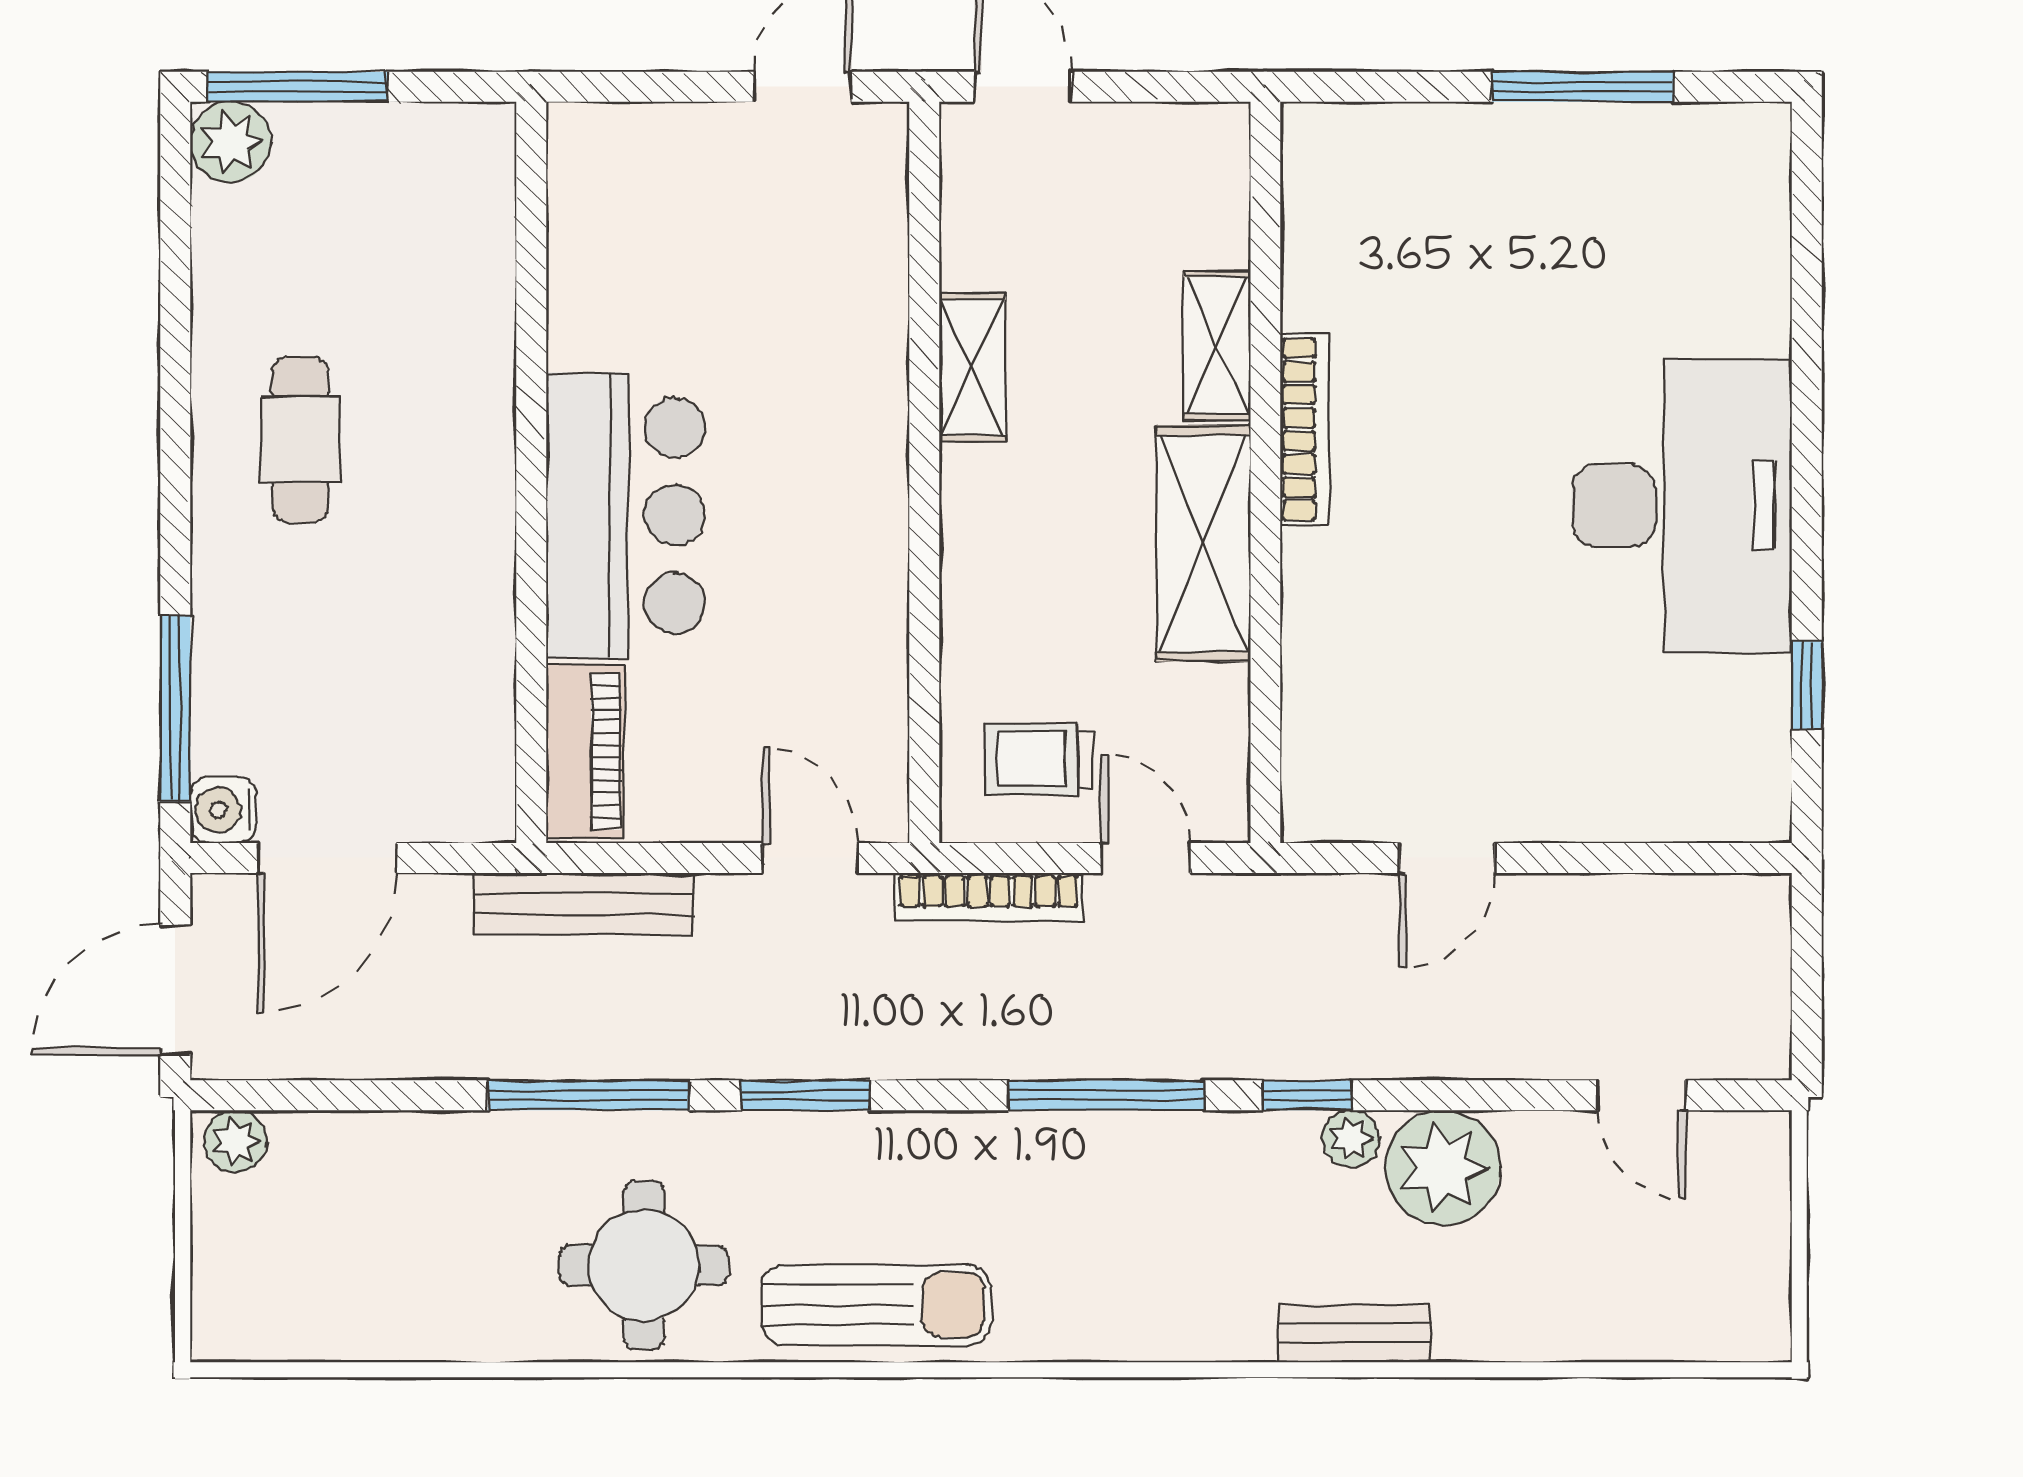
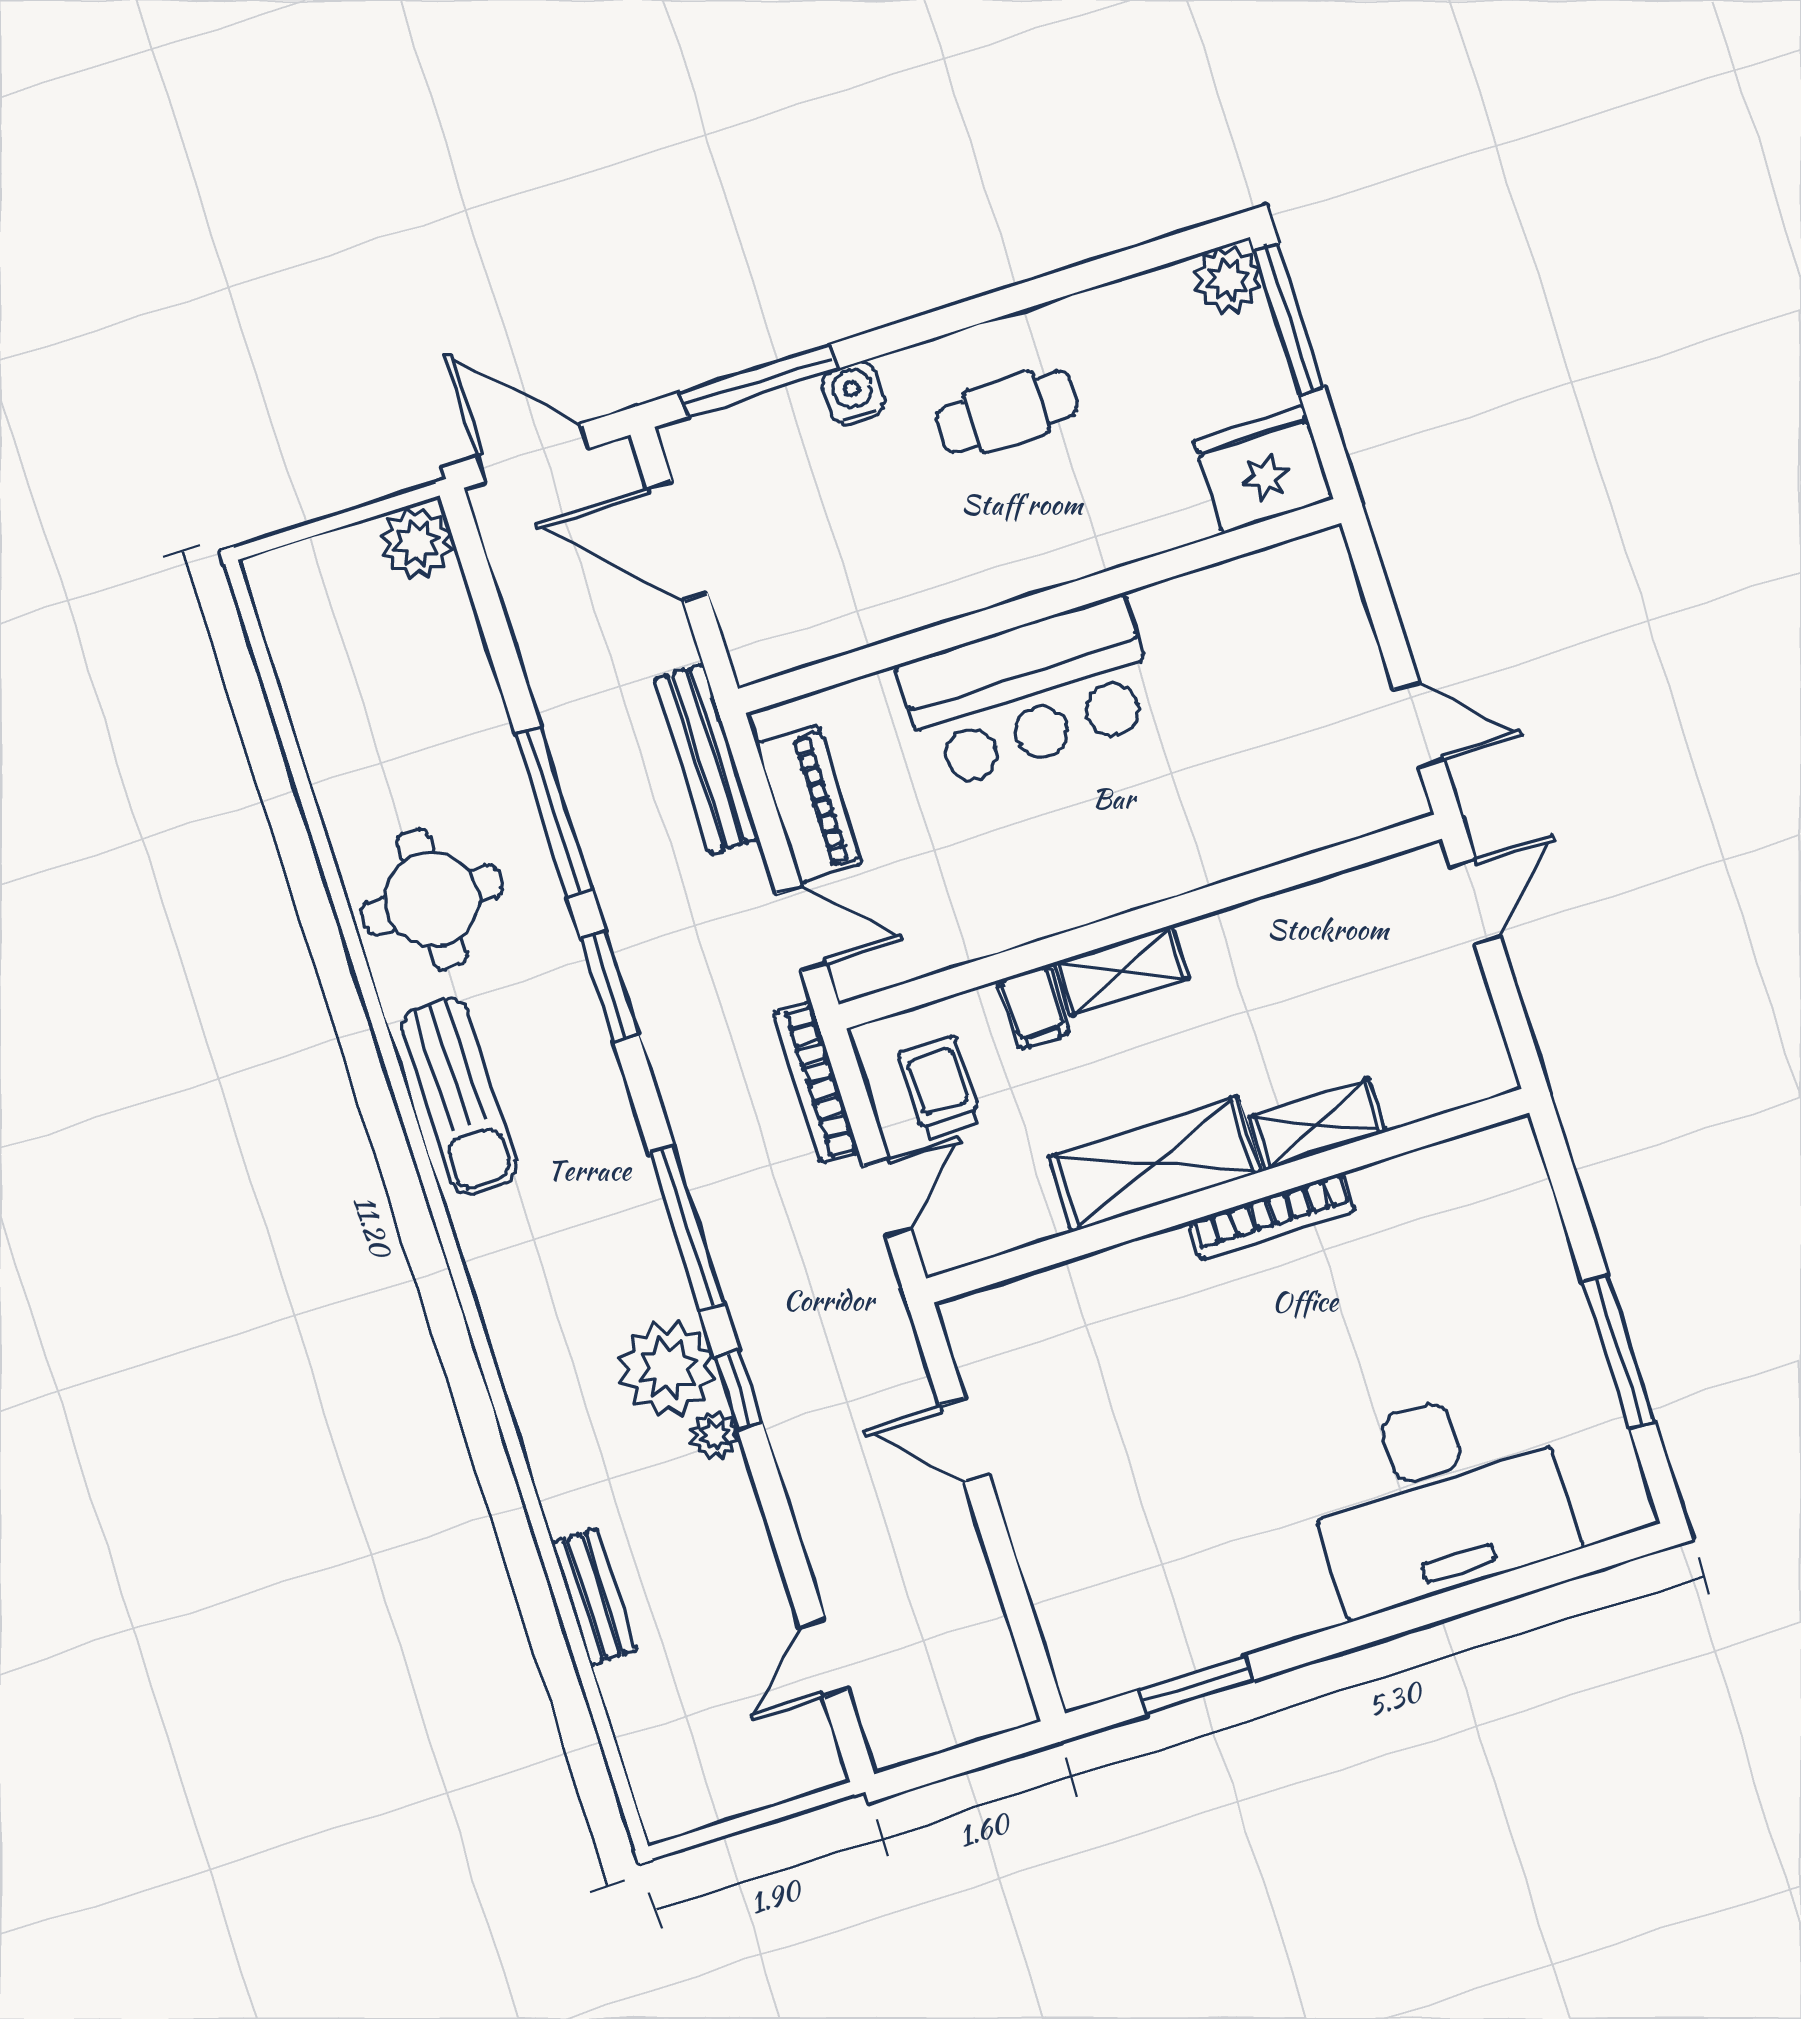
fridge: (458, 171) -> (1263, 470), added
shelving: (972, 368) -> (1121, 970), moved
desk: (1682, 506) -> (1438, 1497), moved
filing cabinet: (982, 624) -> (1034, 1007), added
window: (1807, 685) -> (1196, 1685), width x1.50
piano: (585, 751) -> (809, 804), moved, turned -90
water cooler: (223, 810) -> (853, 393), moved
door: (810, 858) -> (801, 929), hinge flipped
plant: (236, 1141) -> (417, 543), width x1.38, depth x1.38
plant: (1443, 1168) -> (668, 1369), moved
bench: (1355, 1333) -> (594, 1597), moved

